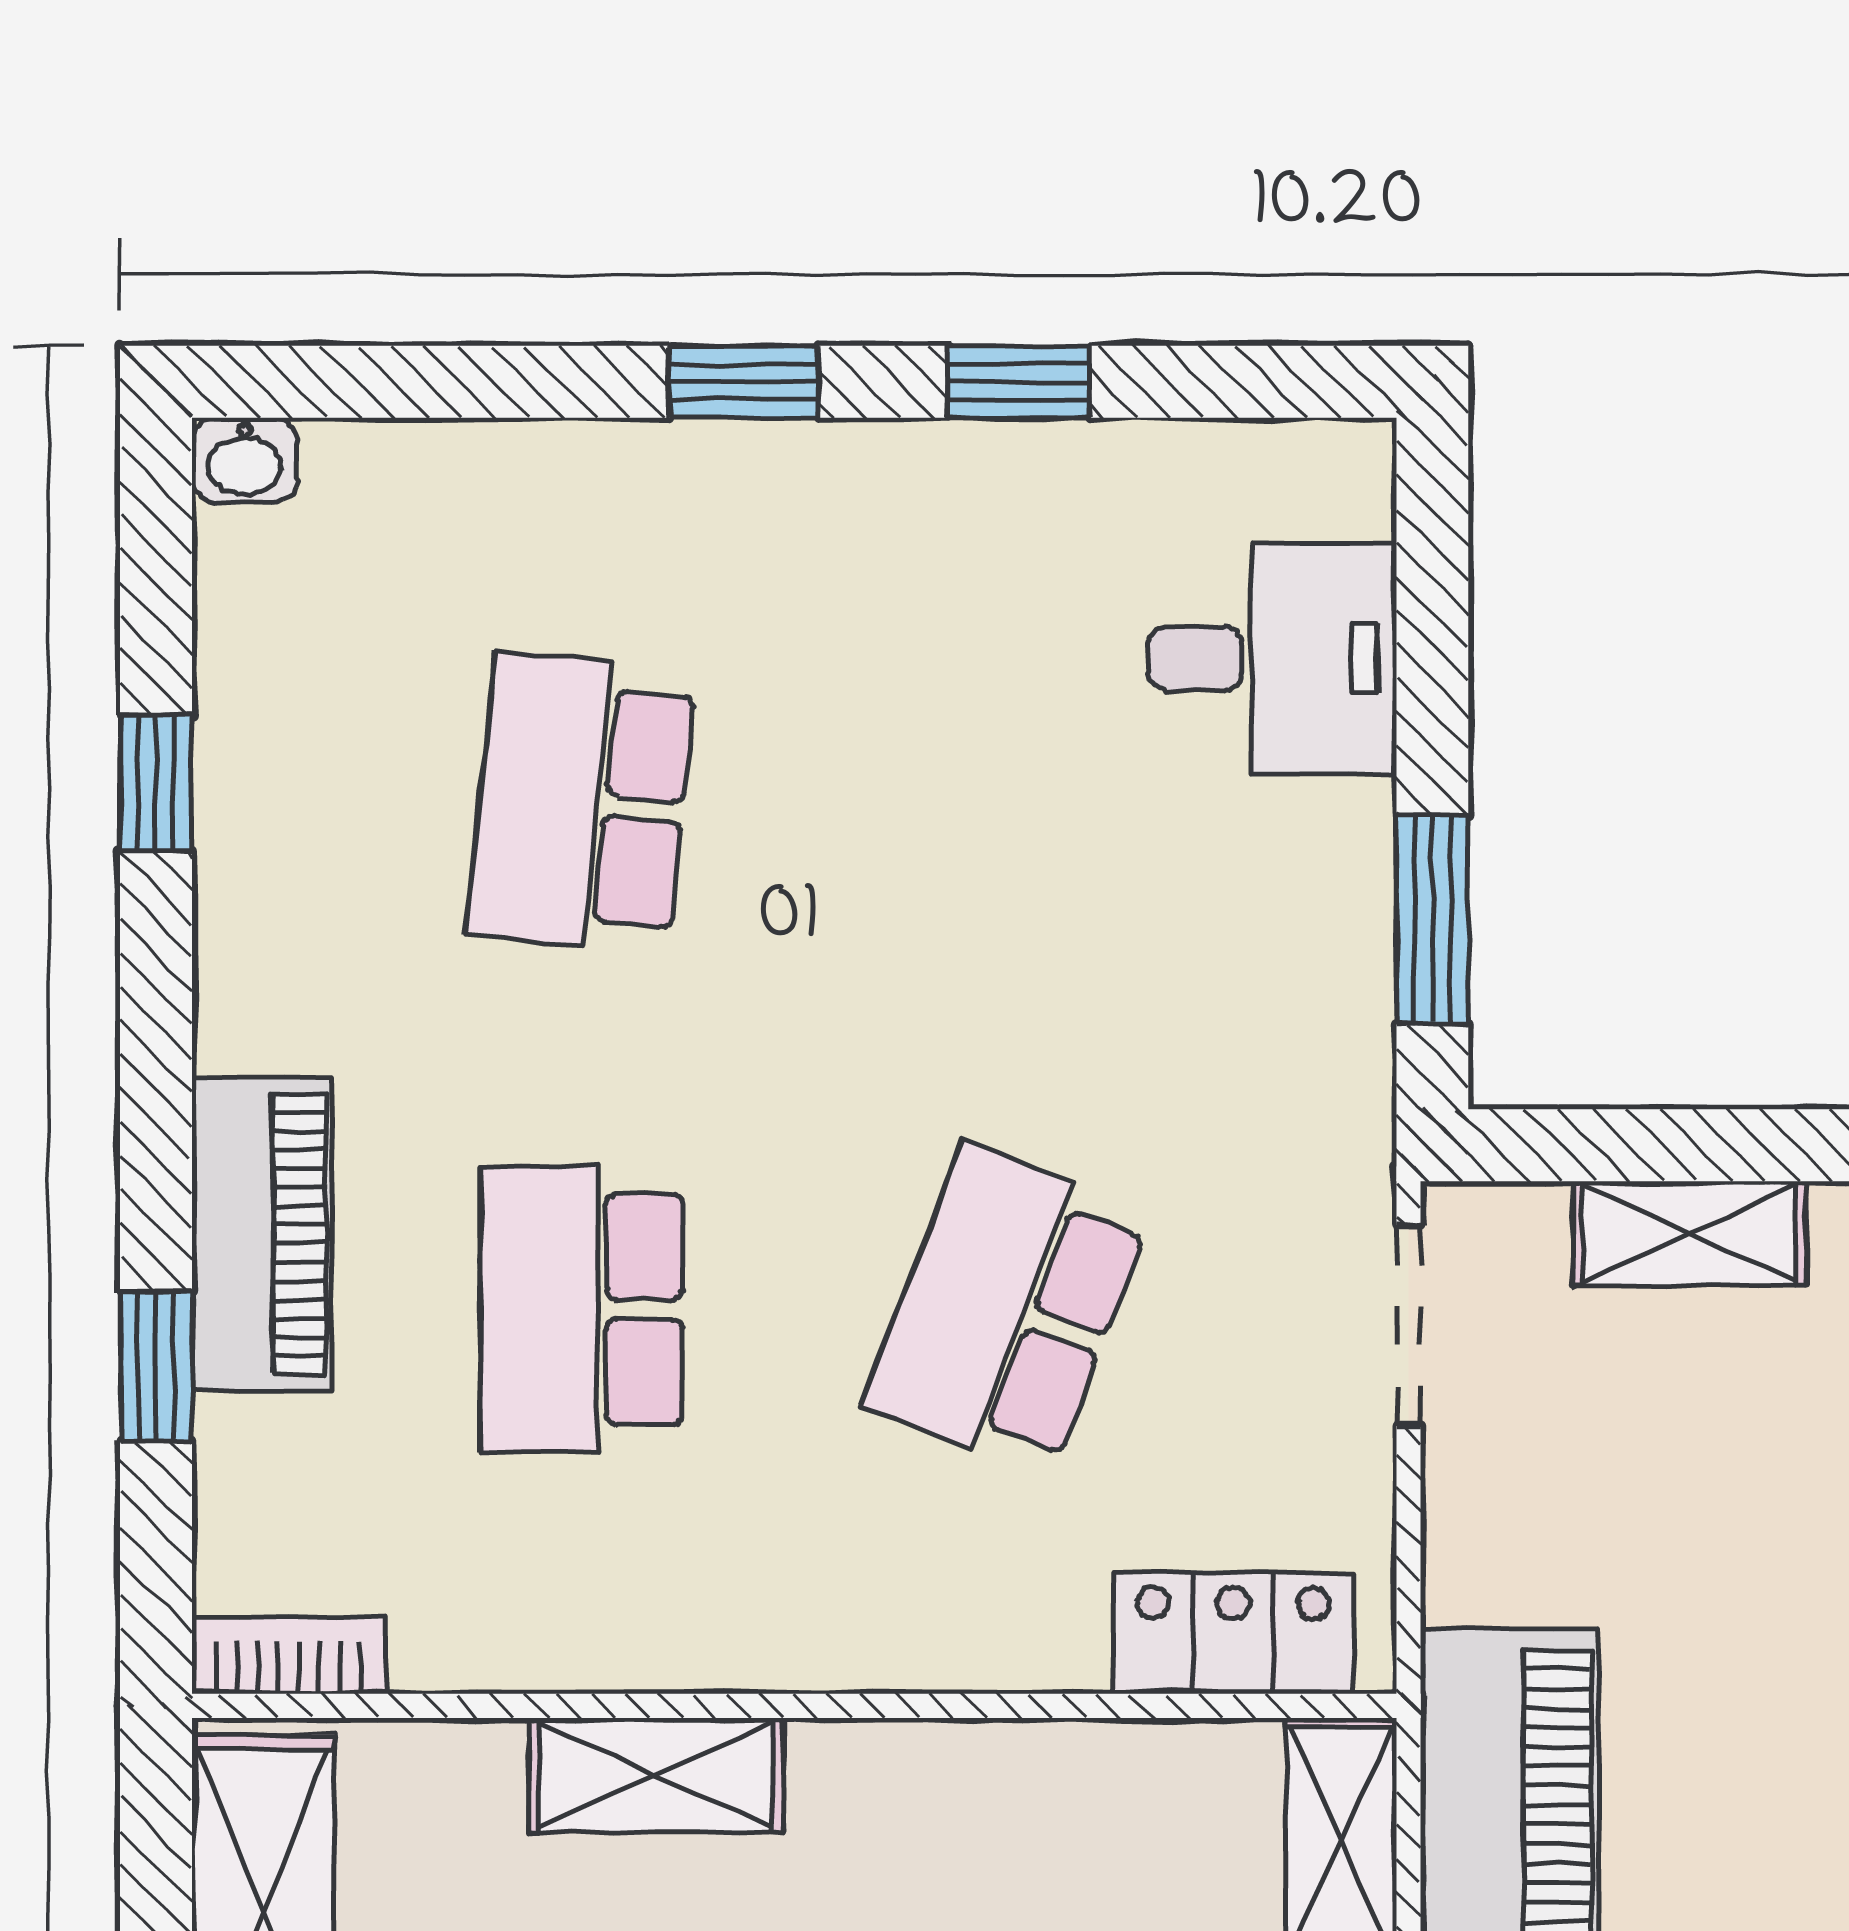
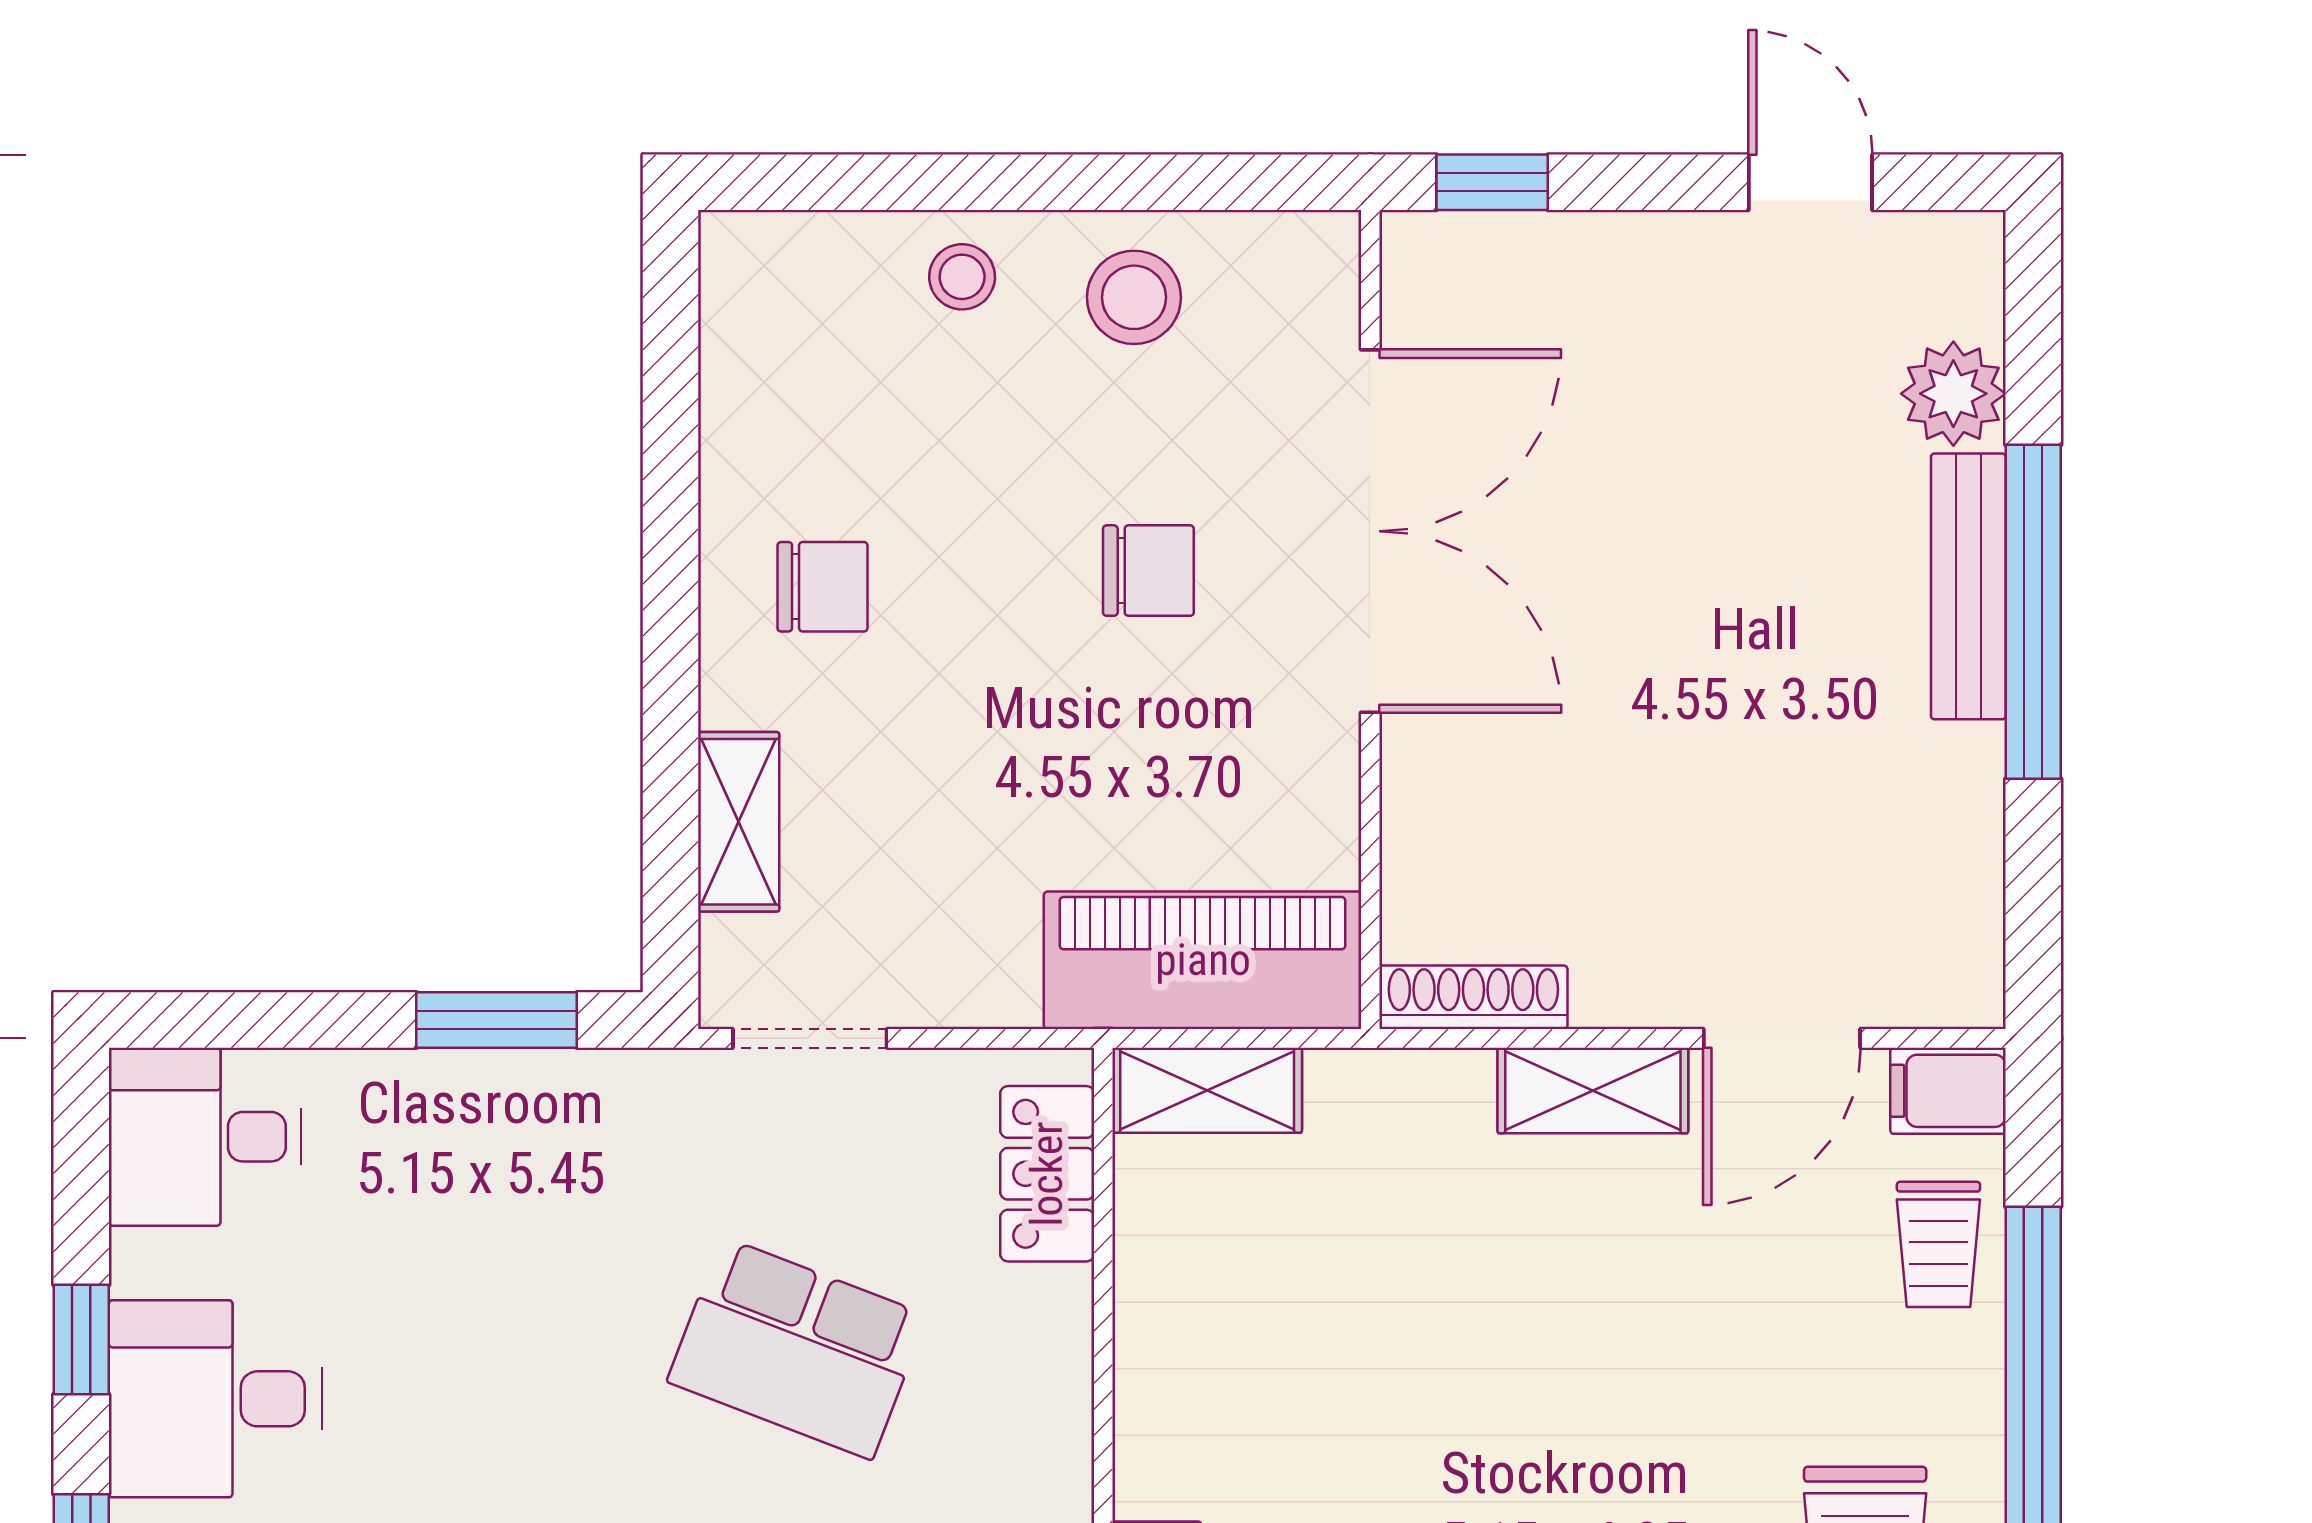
desk: (942, 555) -> (215, 1399), added
desk: (1272, 658) -> (205, 1137), moved, turned -90

